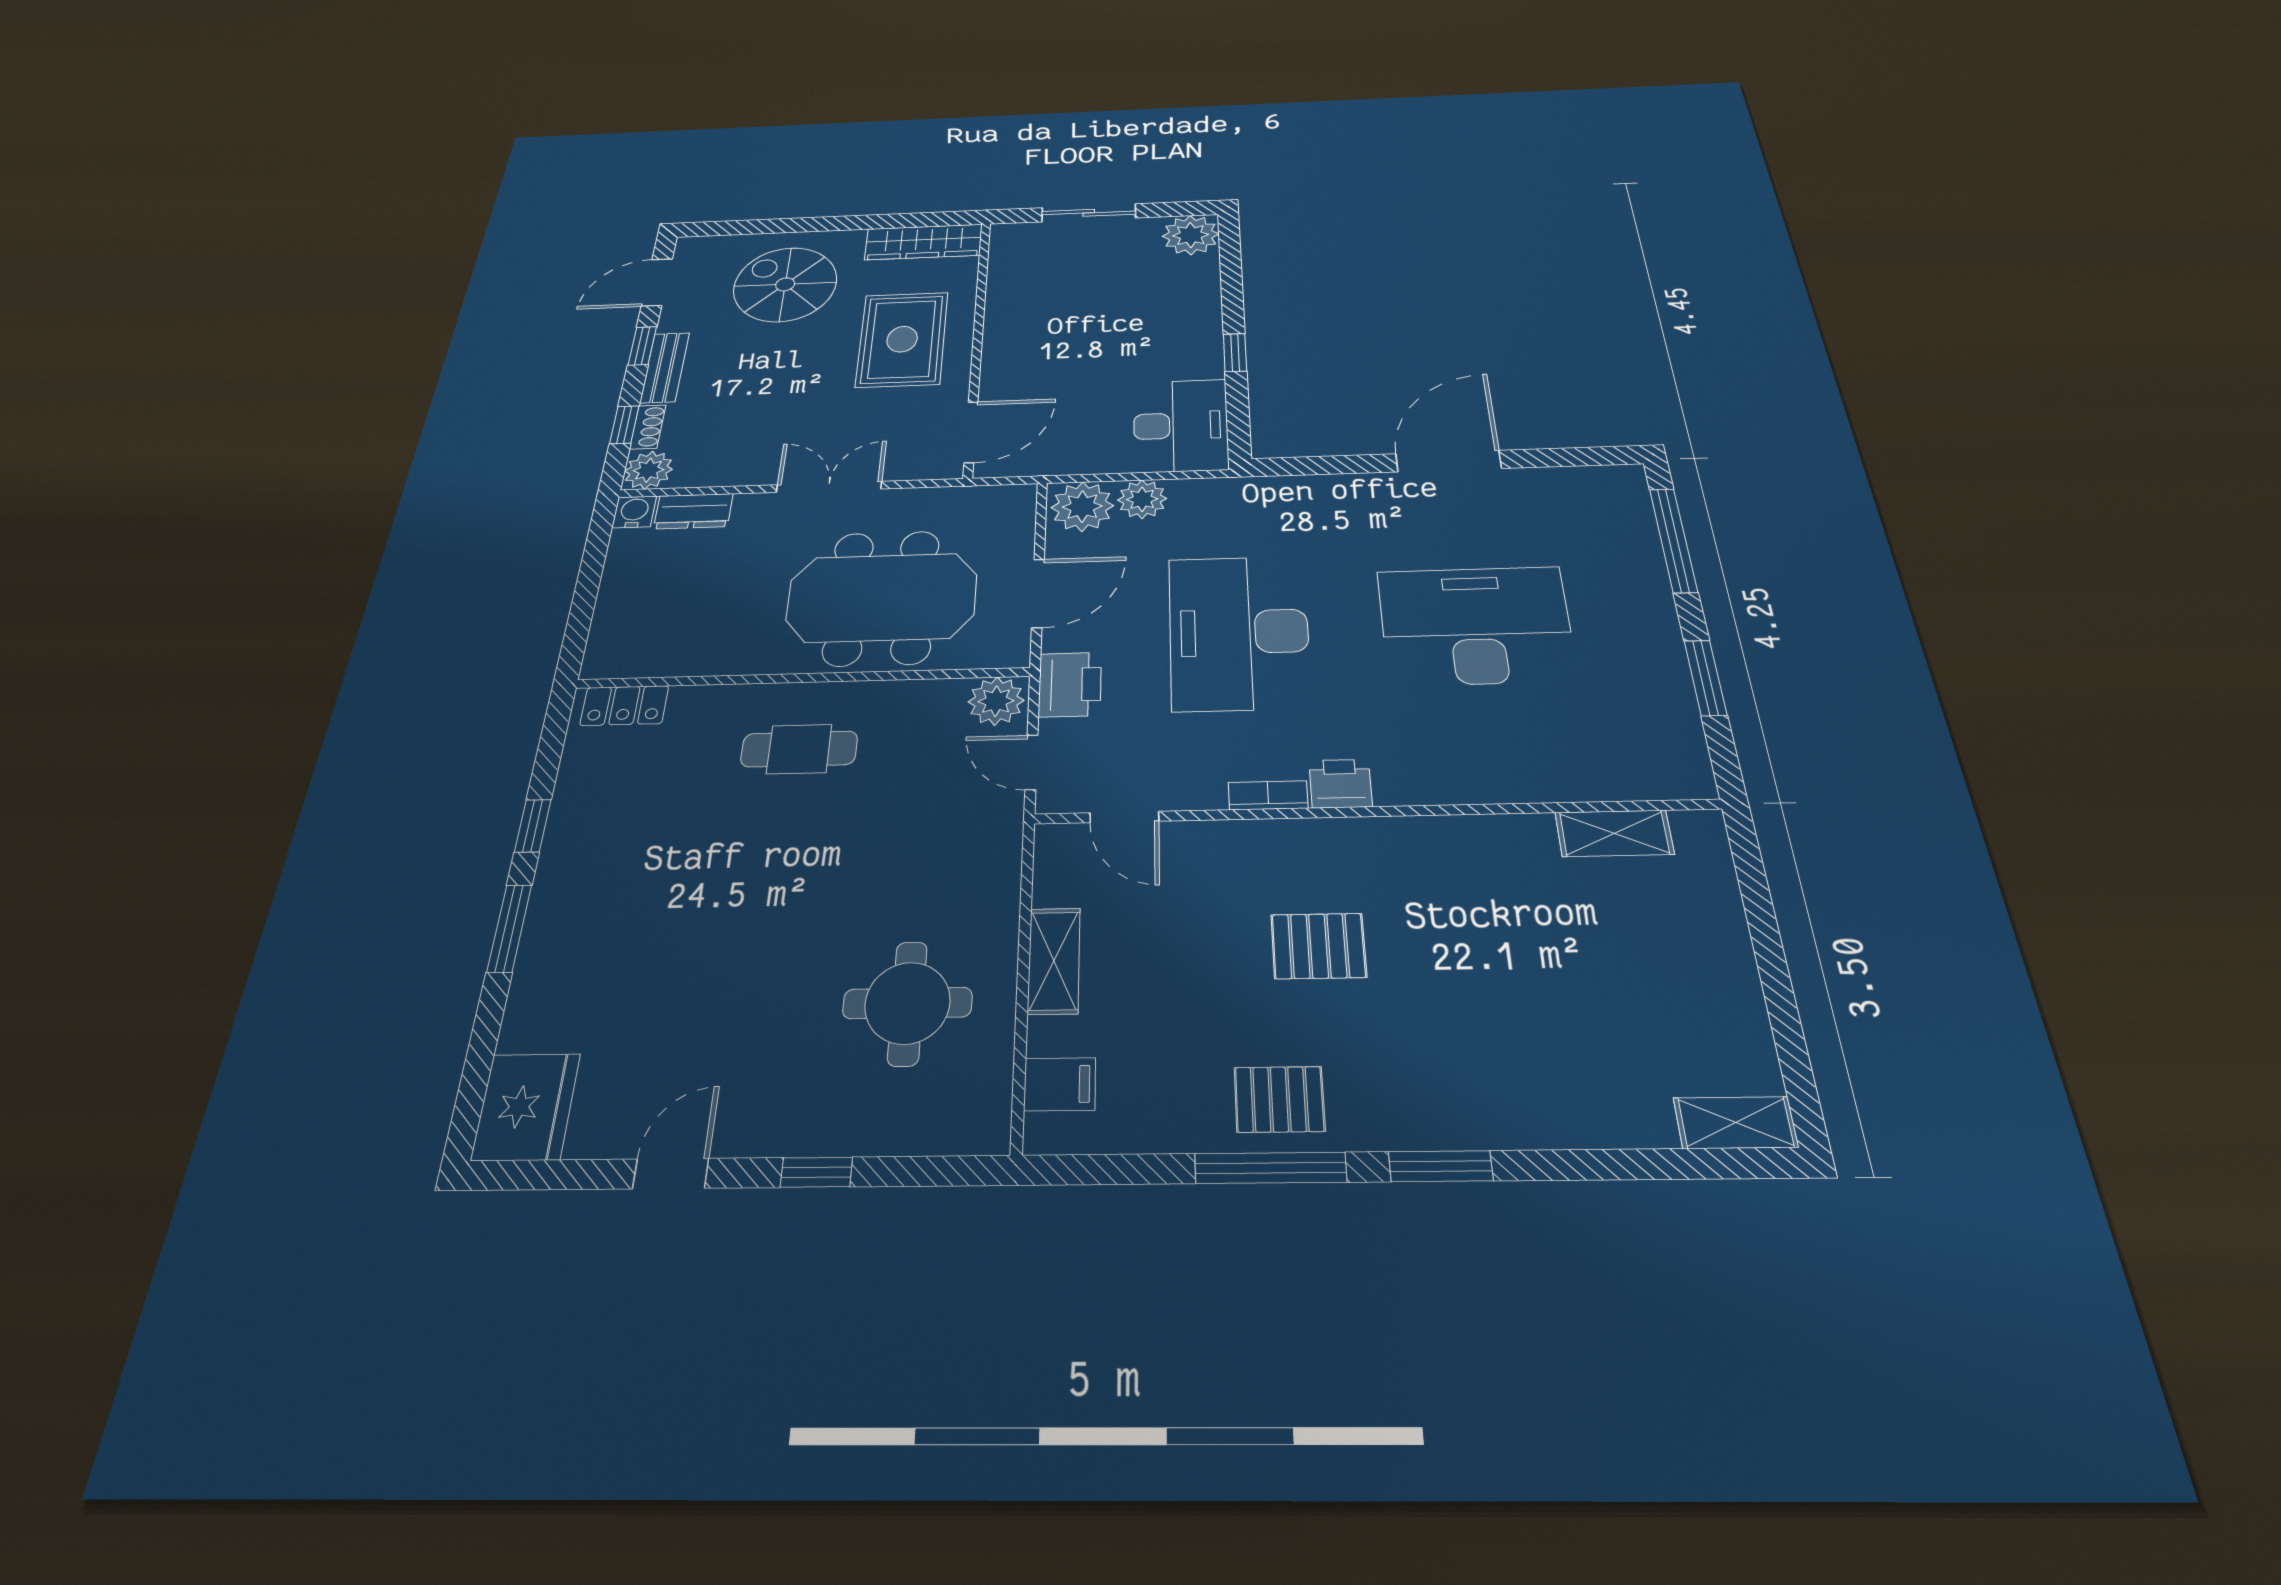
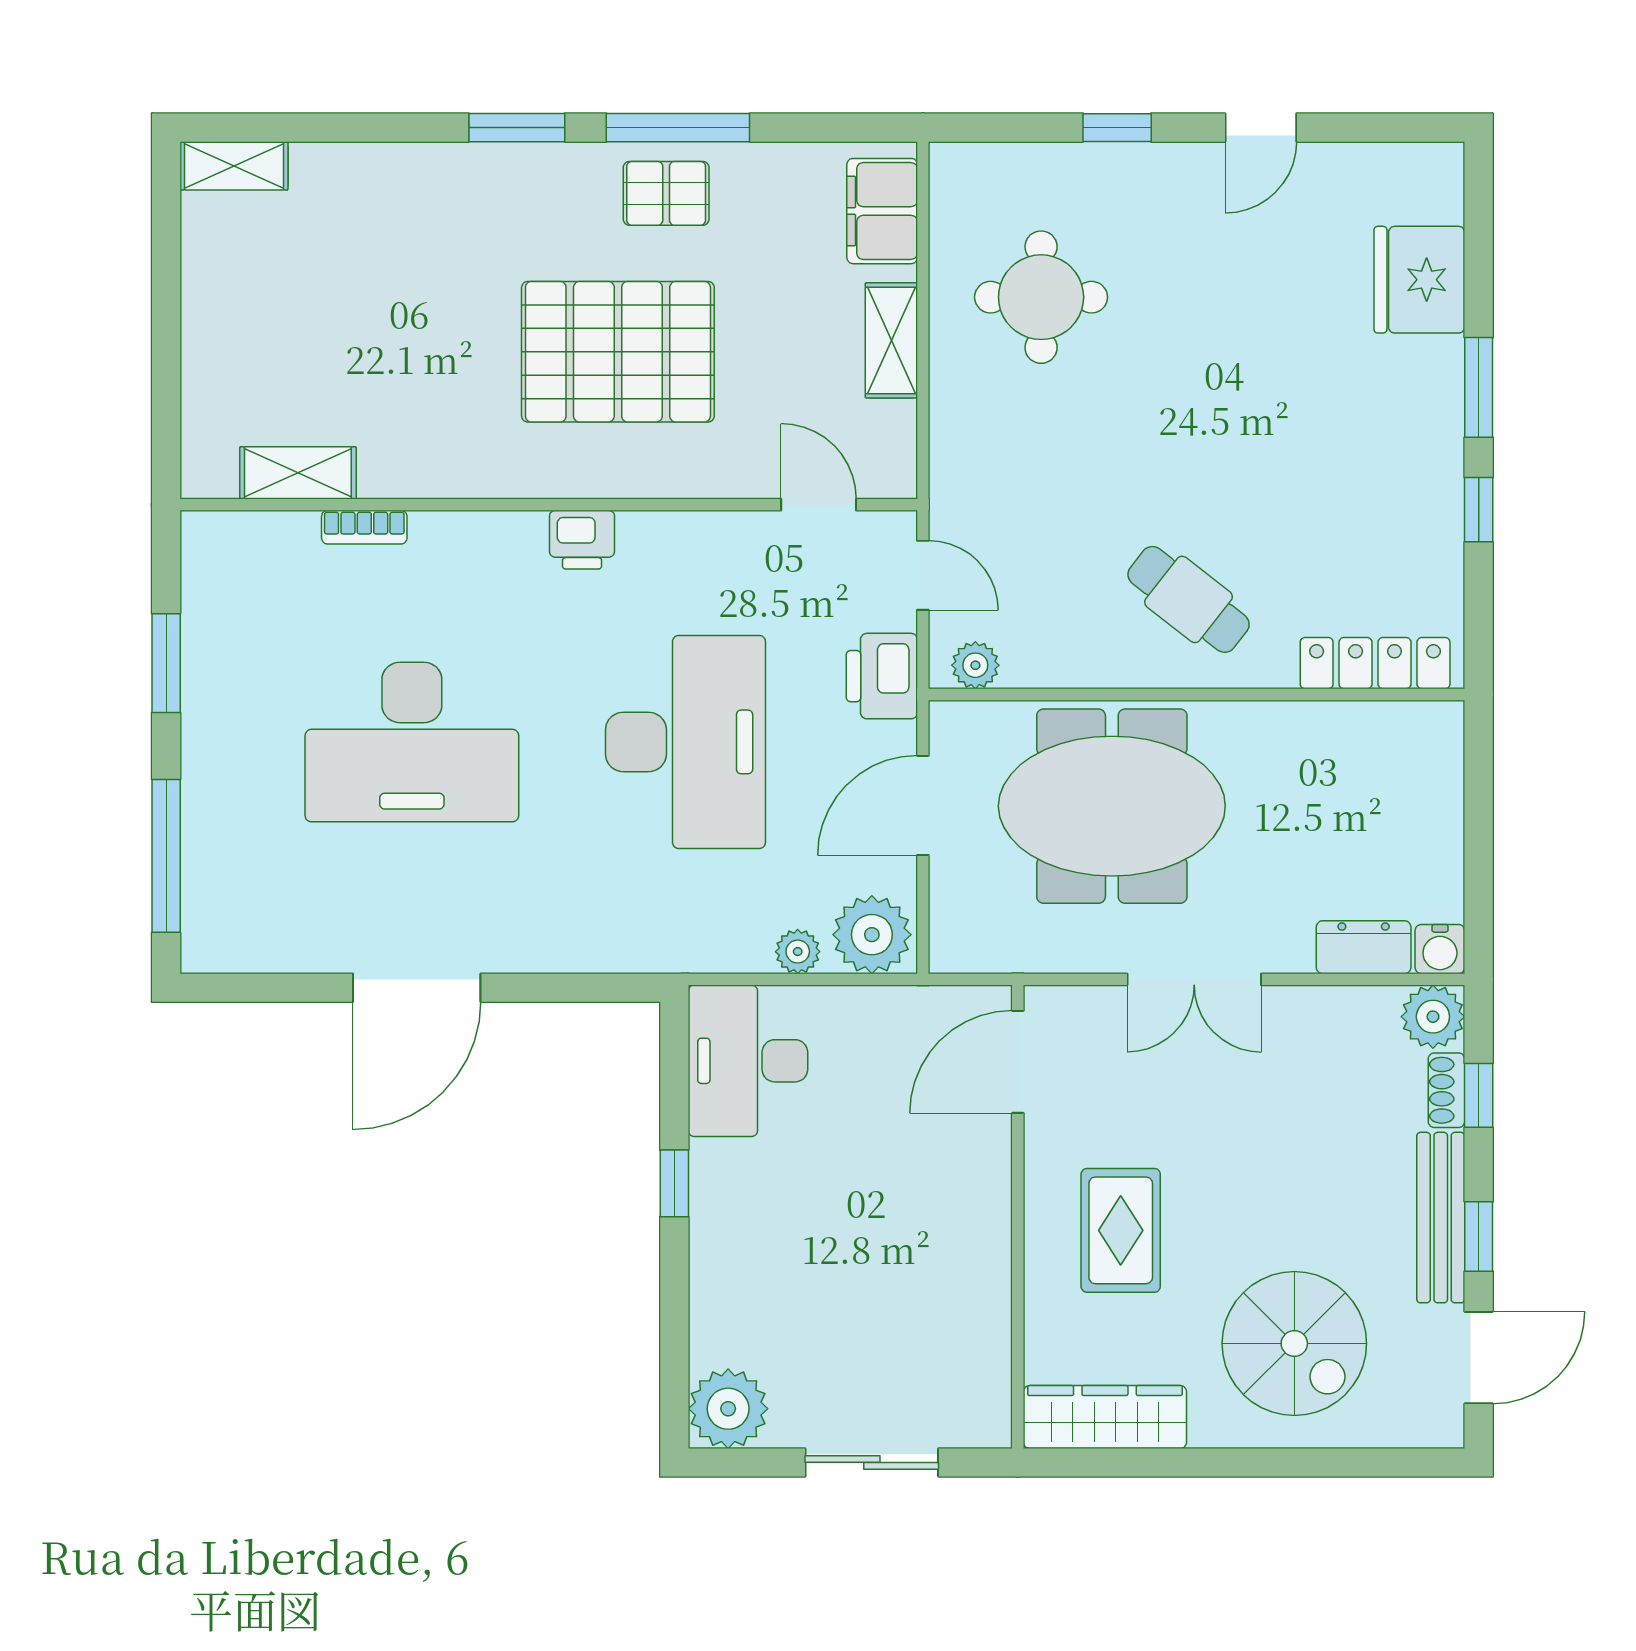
rug: (902, 339) -> (1121, 1230), width x0.73, depth x0.70
bench: (665, 368) -> (1441, 1218), width x1.36
plant: (1142, 499) -> (798, 952), width x0.73, depth x0.73
plant: (996, 701) -> (975, 665), width x0.73, depth x0.73
locker: (624, 706) -> (1375, 663), width x1.53
cafe table: (799, 749) -> (1189, 599), turned 38
bookcase: (1268, 795) -> (364, 527), moved
pallet: (1319, 946) -> (618, 352), width x2.05, depth x2.00
filing cabinet: (1060, 1084) -> (882, 211), width x2.00
fridge: (526, 1107) -> (1419, 280), moved

